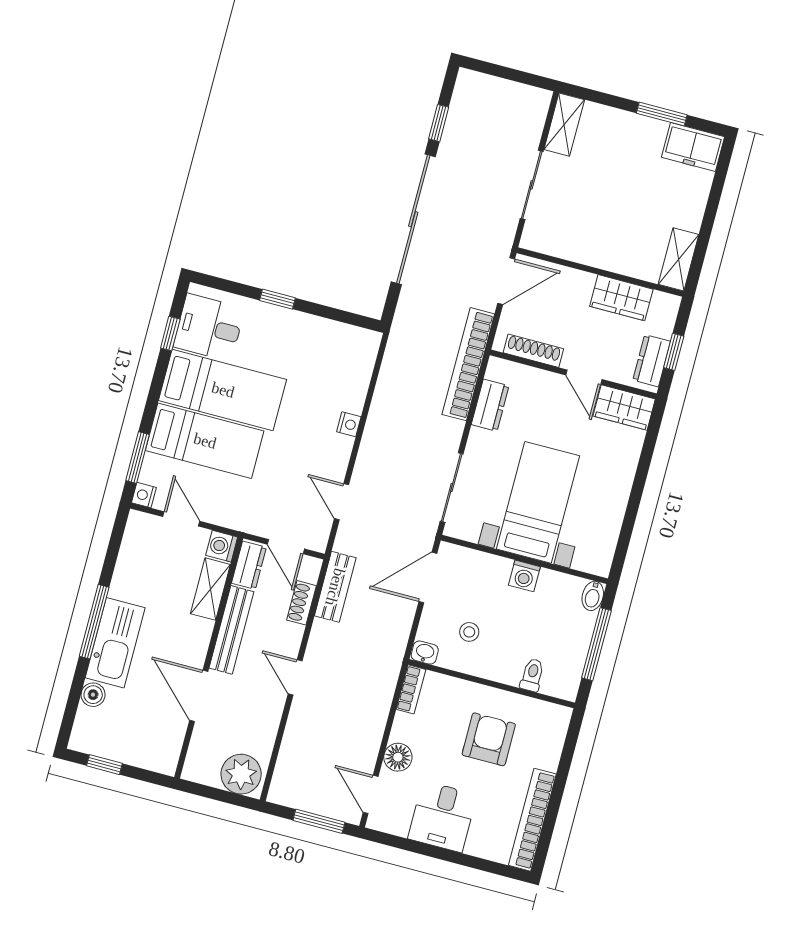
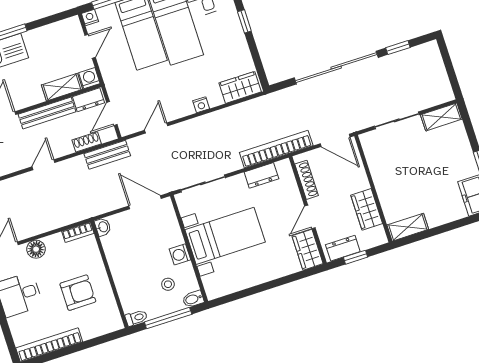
wardrobe: (359, 360) -> (240, 87), added
stool: (469, 632) -> (168, 284), moved
toilet: (532, 675) -> (136, 318), moved

